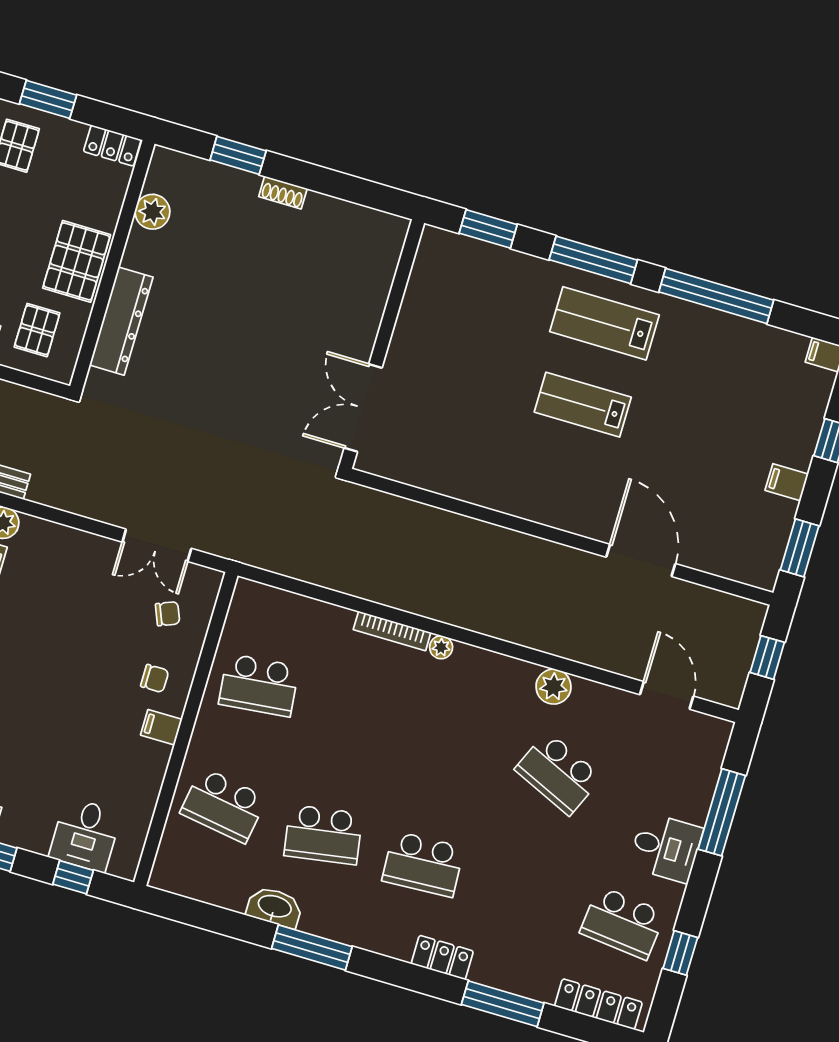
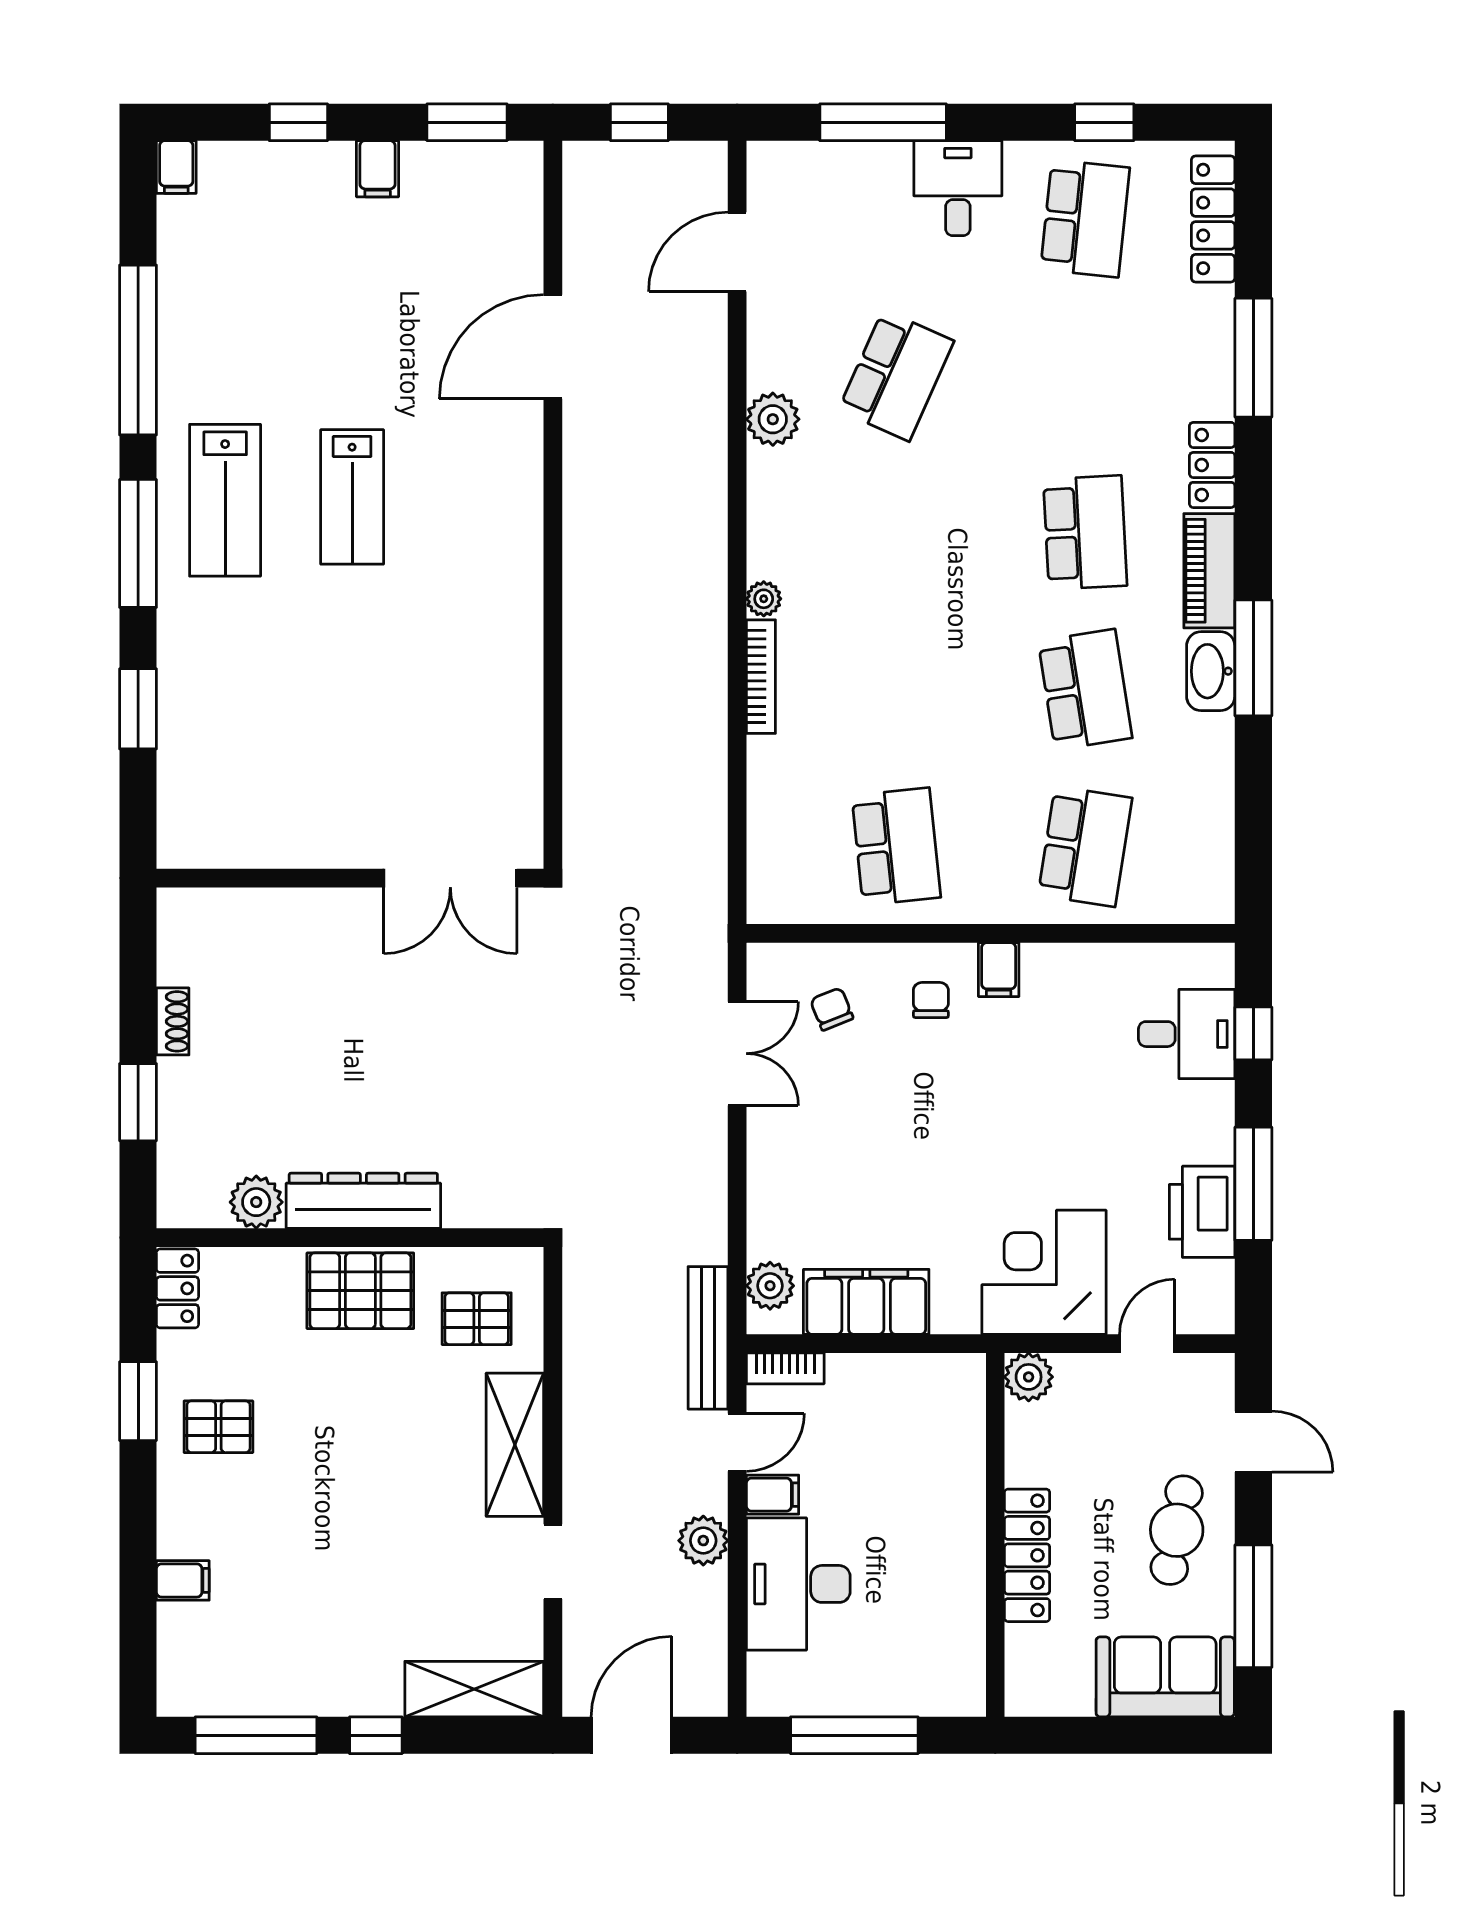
dresser: (121, 321) -> (363, 1201), moved
wall: (382, 344) -> (350, 878), moved
double door: (363, 408) -> (450, 878), moved
washbasin: (274, 907) -> (1211, 671), moved
piano: (375, 936) -> (1209, 571), added

